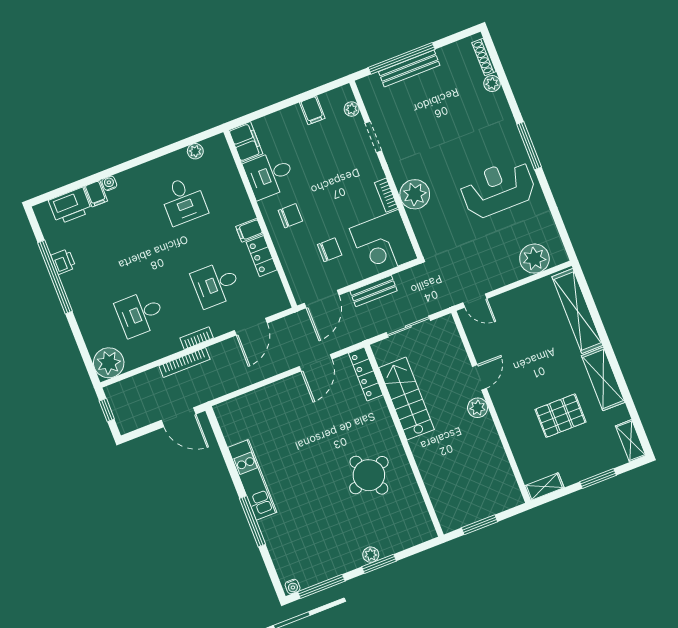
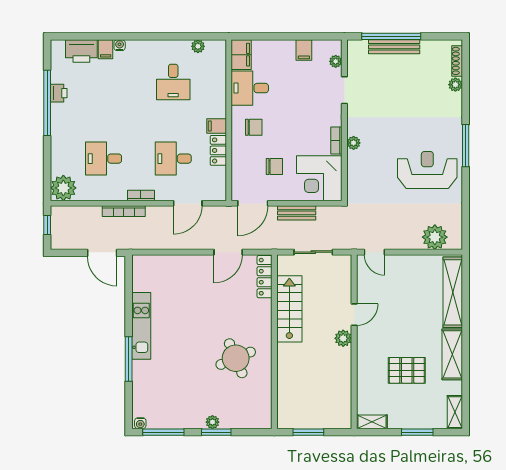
plant: (415, 194) -> (354, 143), width x0.53, depth x0.53

